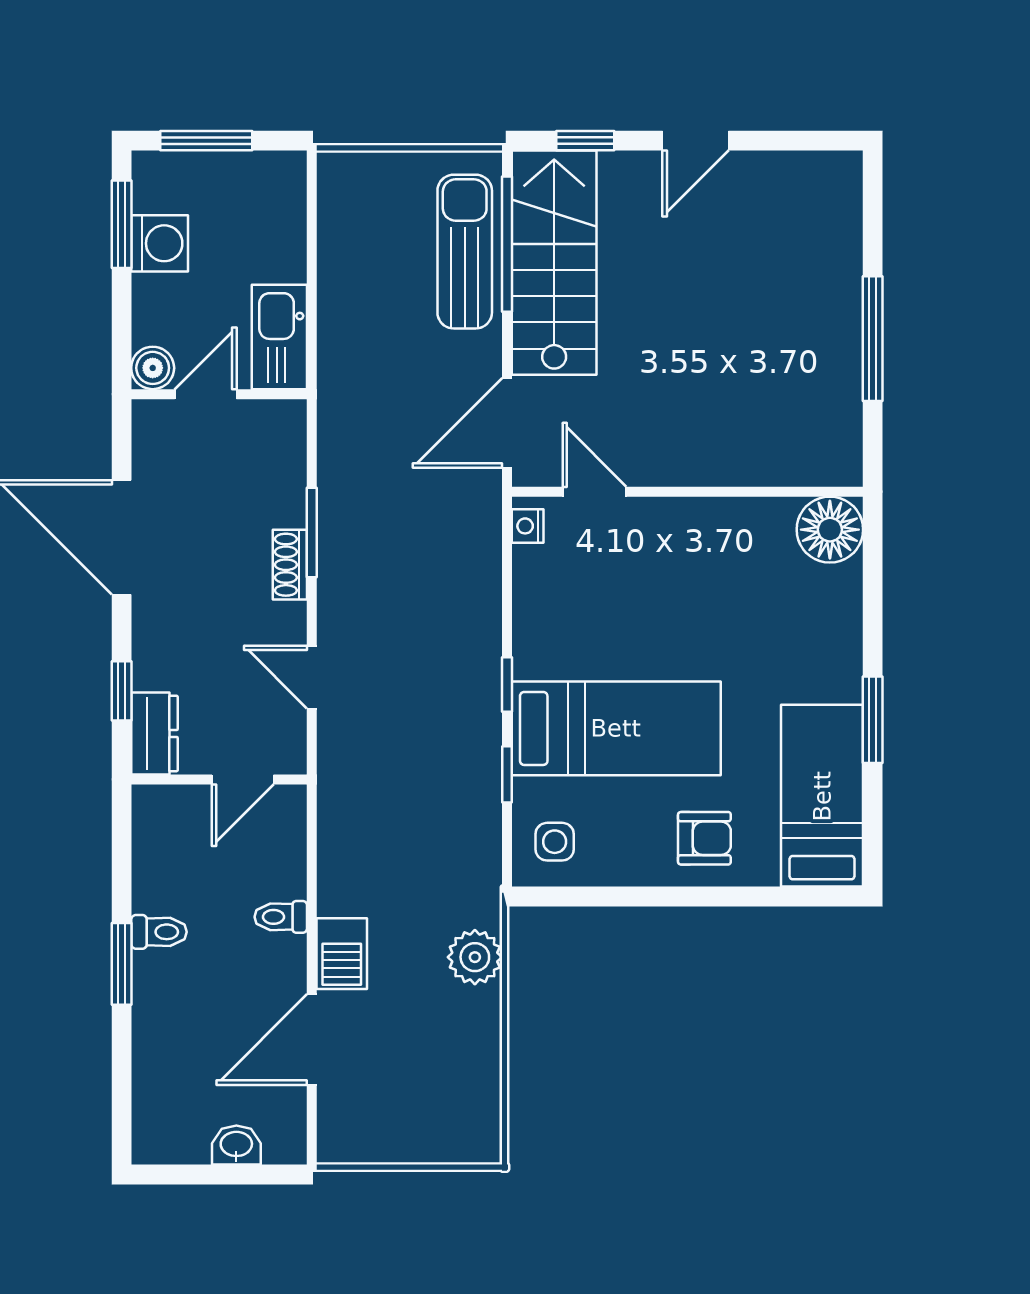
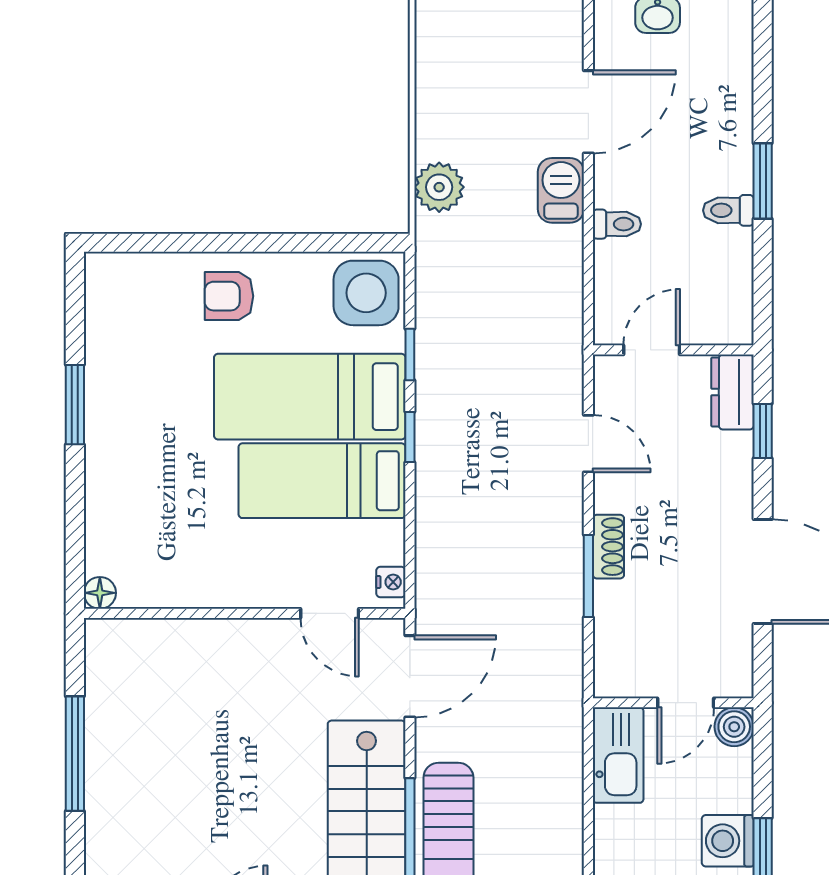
floor lamp: (830, 530) -> (100, 593), width x0.53, depth x0.53
bed: (822, 796) -> (322, 481), moved, turned 90
side table: (555, 842) -> (366, 293), width x1.87, depth x1.87

